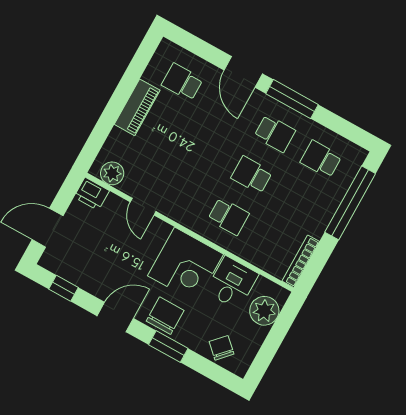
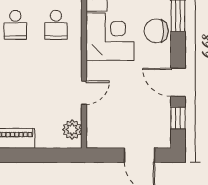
printer: (92, 194) -> (96, 136), removed
school desk: (228, 216) -> (56, 25), turned 180
door: (115, 317) -> (178, 82), moved

